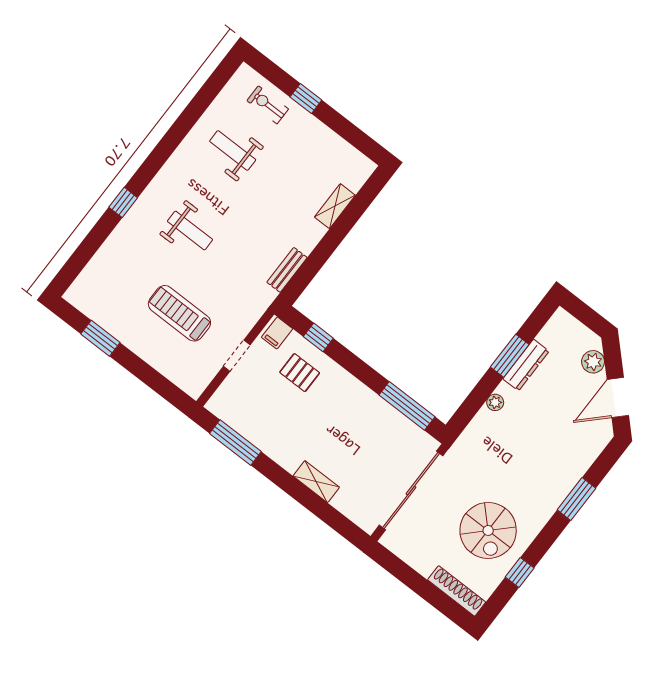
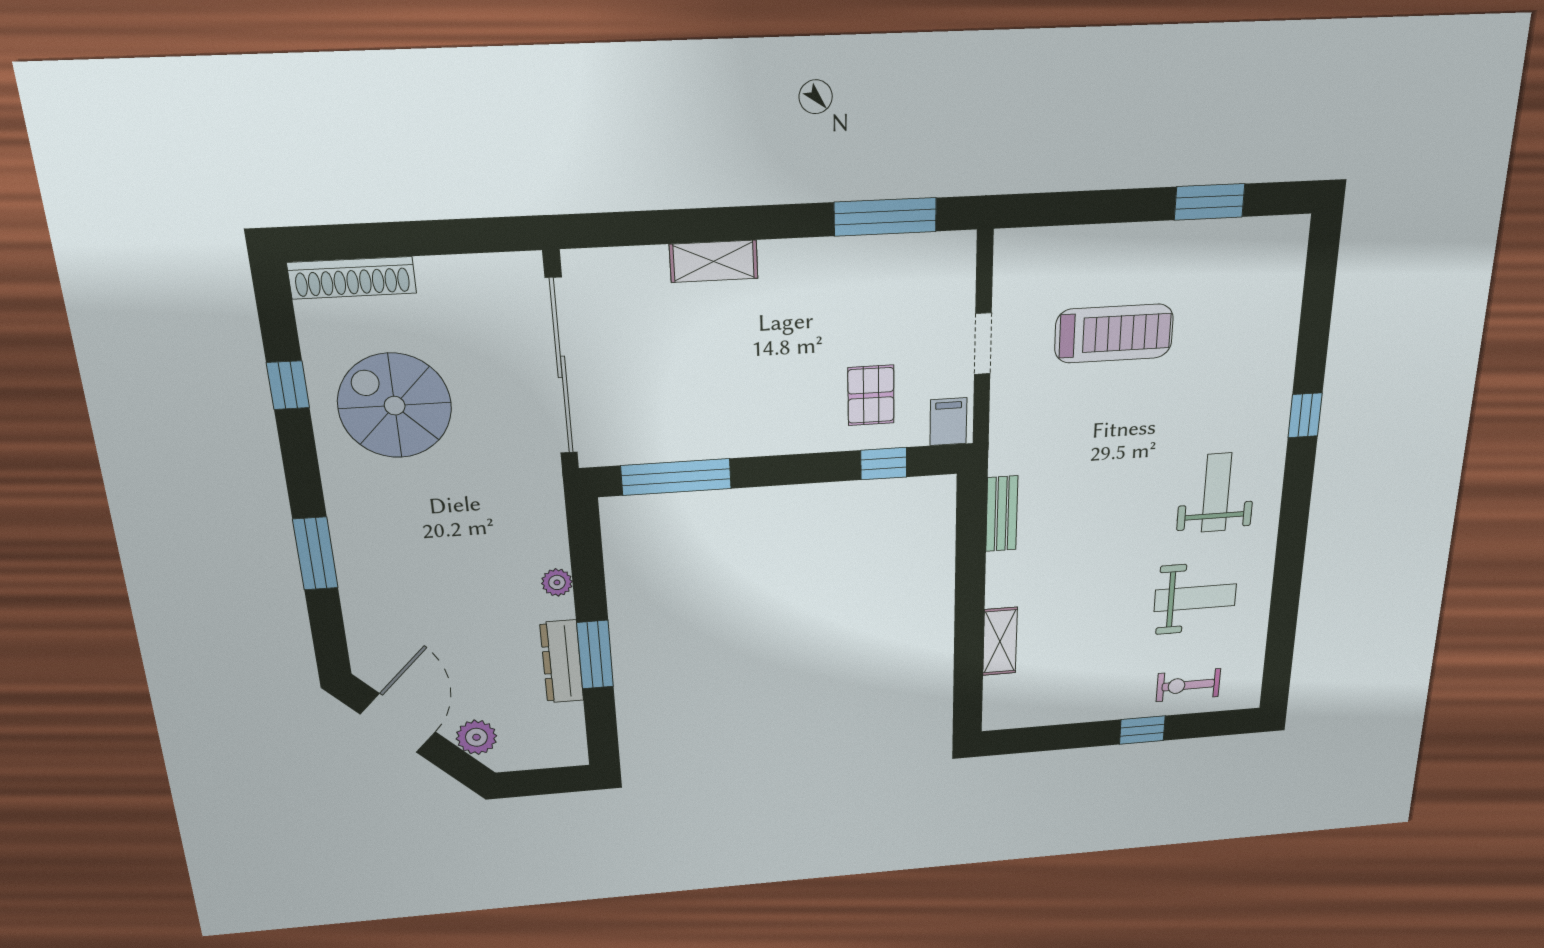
exercise bike: (268, 105) -> (1188, 685), turned 180
weight bench: (190, 230) -> (1216, 493), moved, turned 90
pallet: (300, 373) -> (871, 395), turned 90

